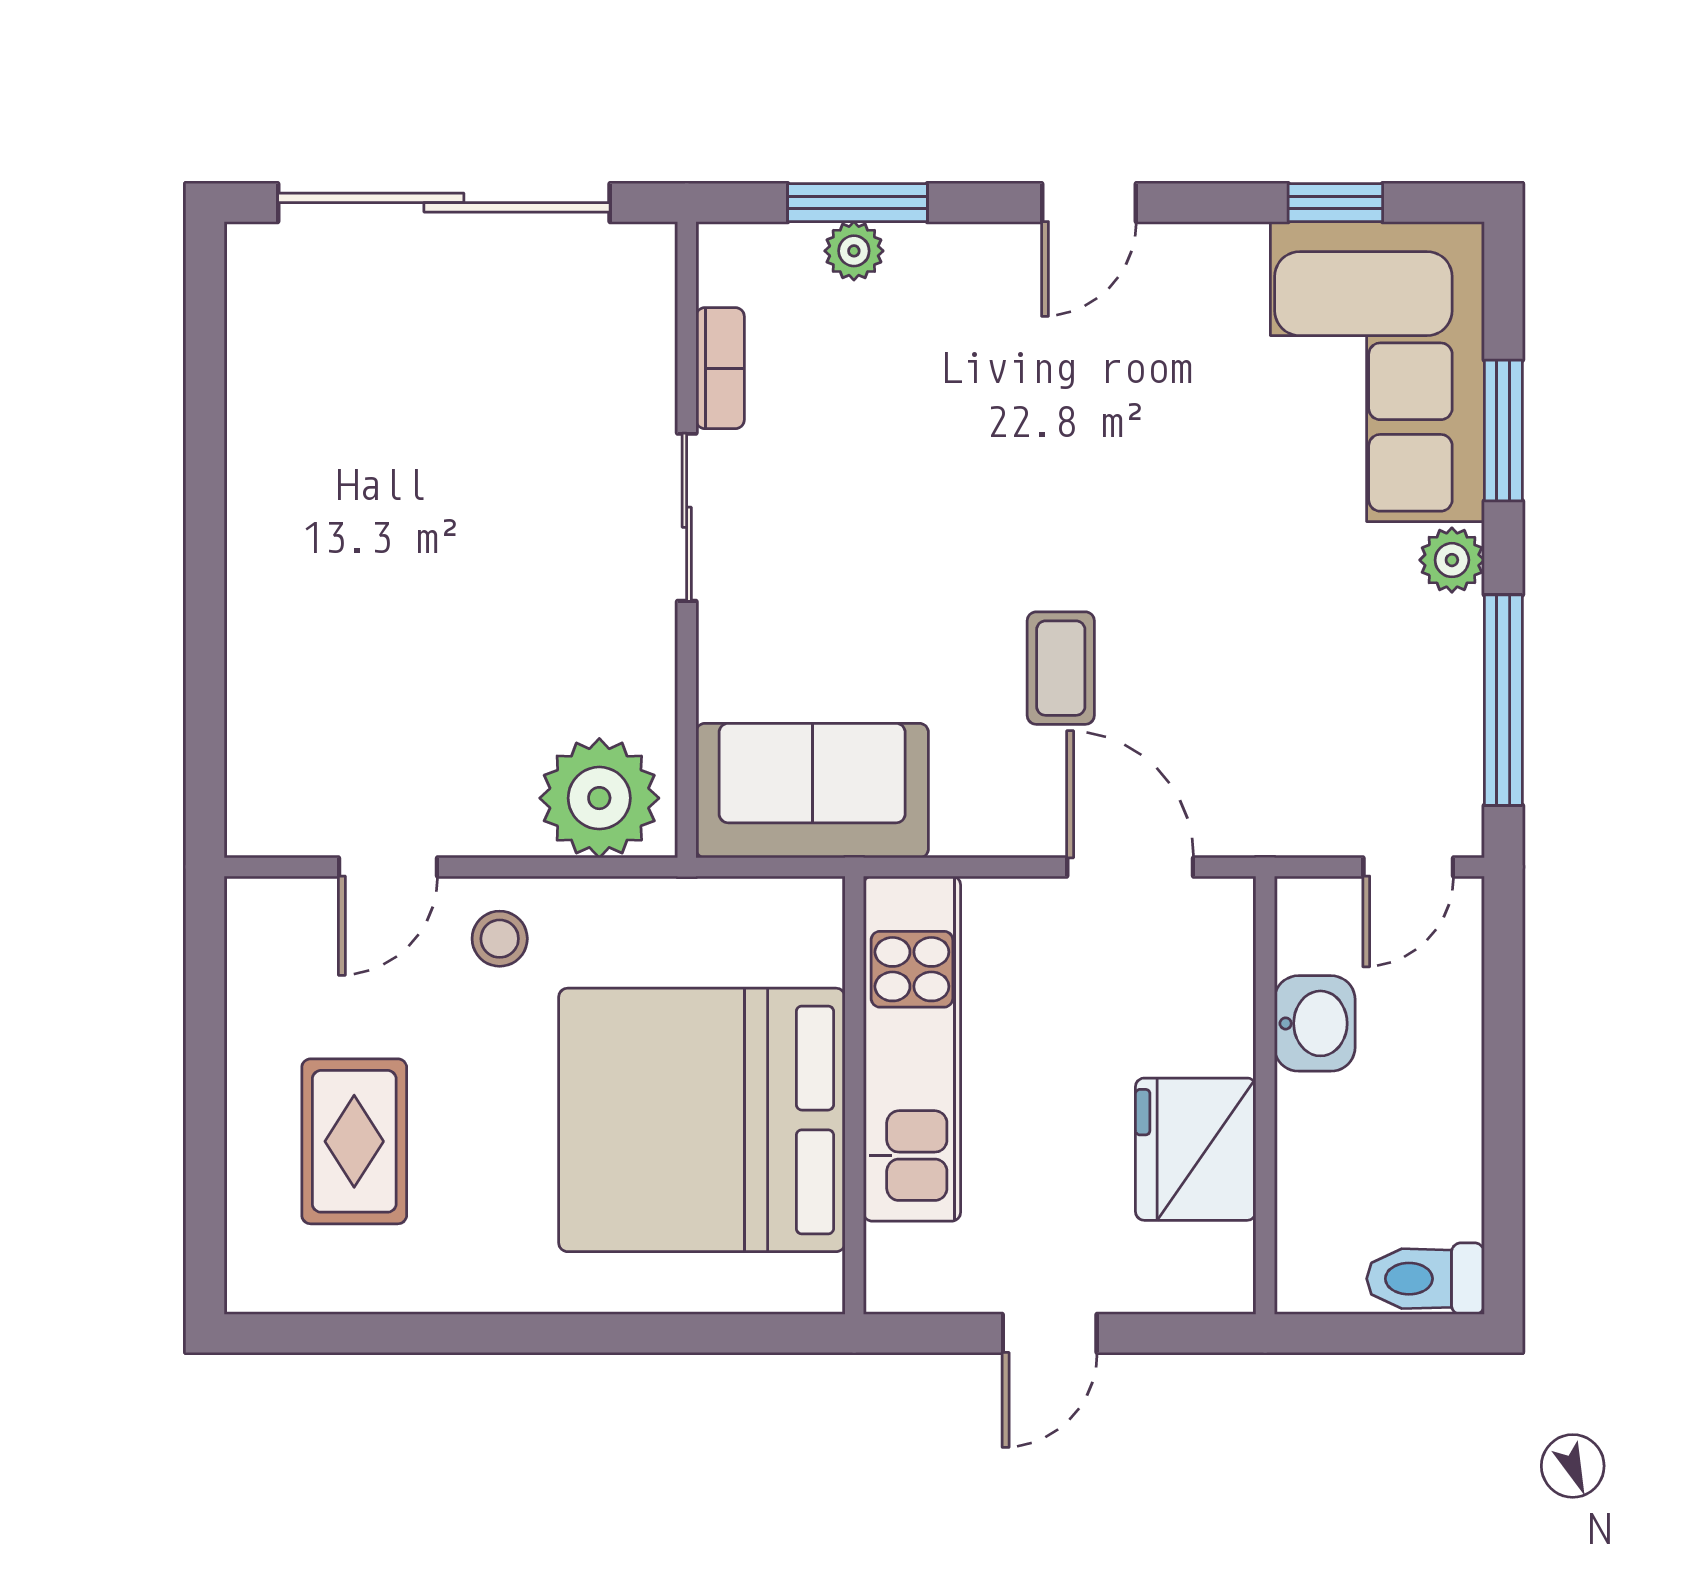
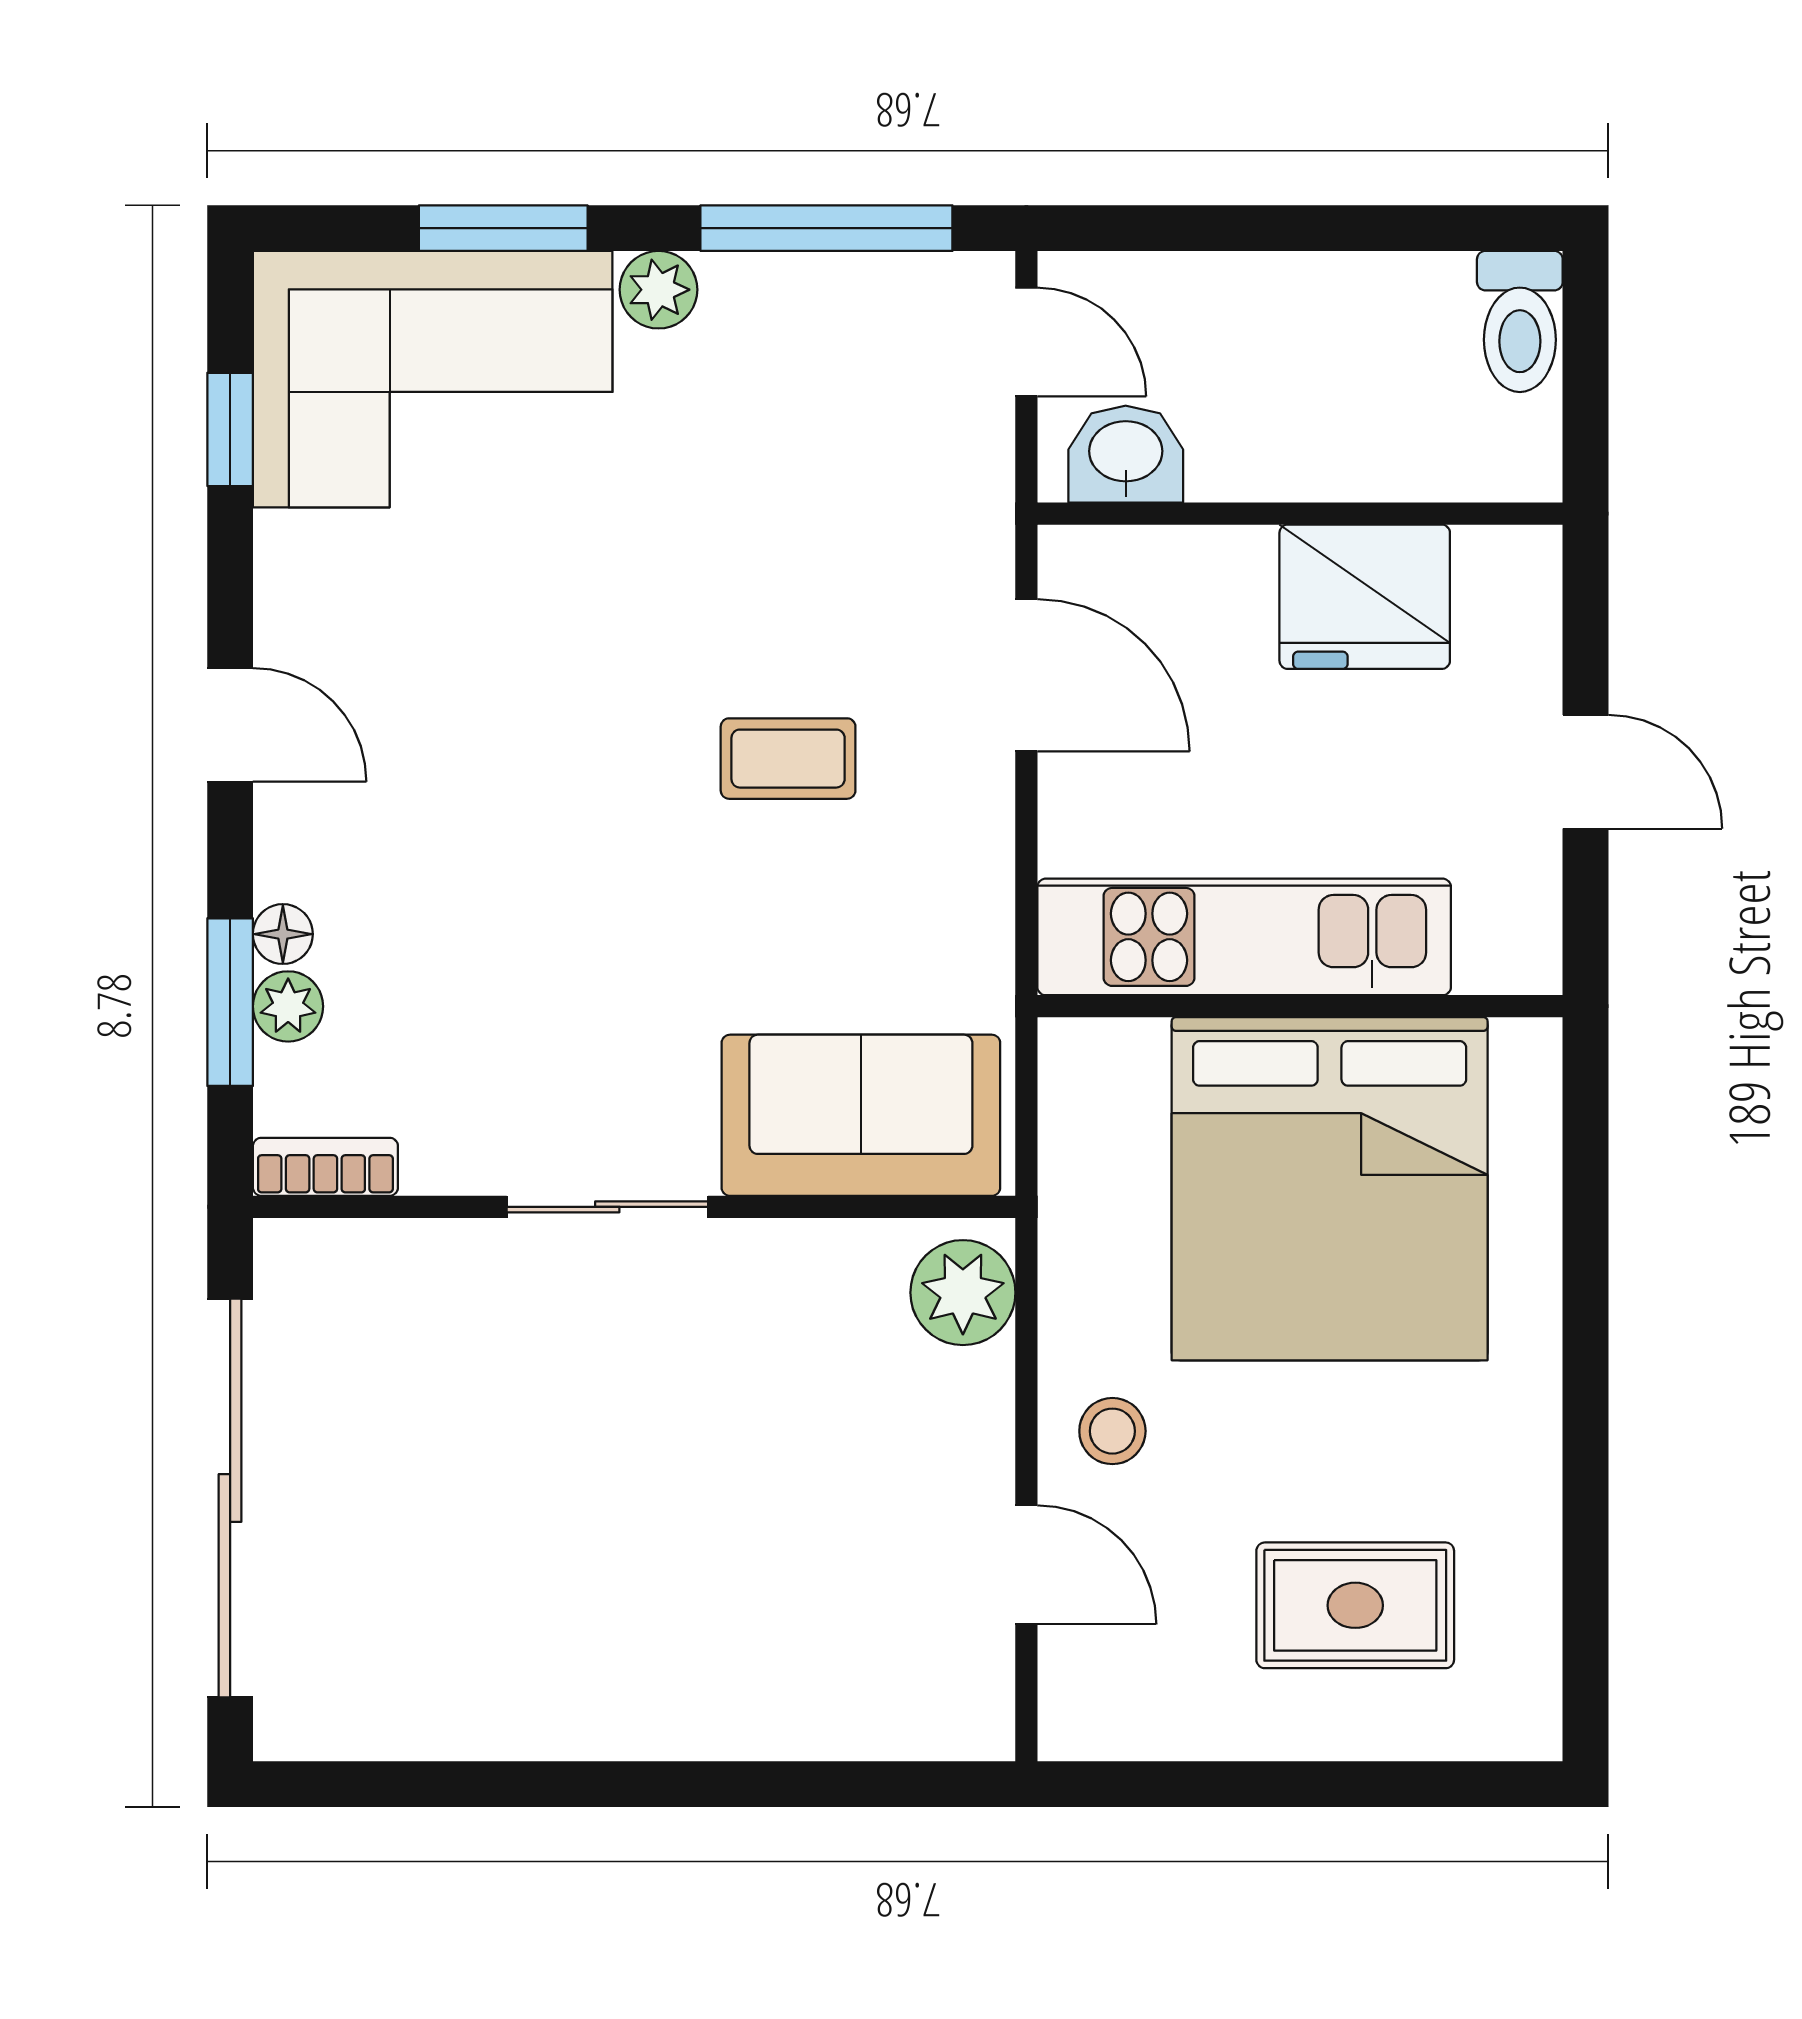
floor lamp: (914, 247) -> (283, 934), added
bookcase: (720, 368) -> (325, 1167), moved
sofa: (812, 791) -> (861, 1115), moved, turned 90
plant: (599, 798) -> (963, 1293), width x0.73, depth x0.73
door: (1130, 867) -> (1026, 675), swing flipped
washbasin: (1315, 1023) -> (1126, 454), moved

